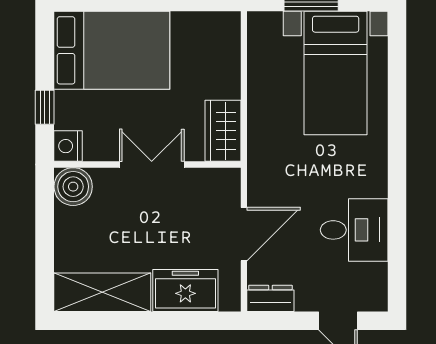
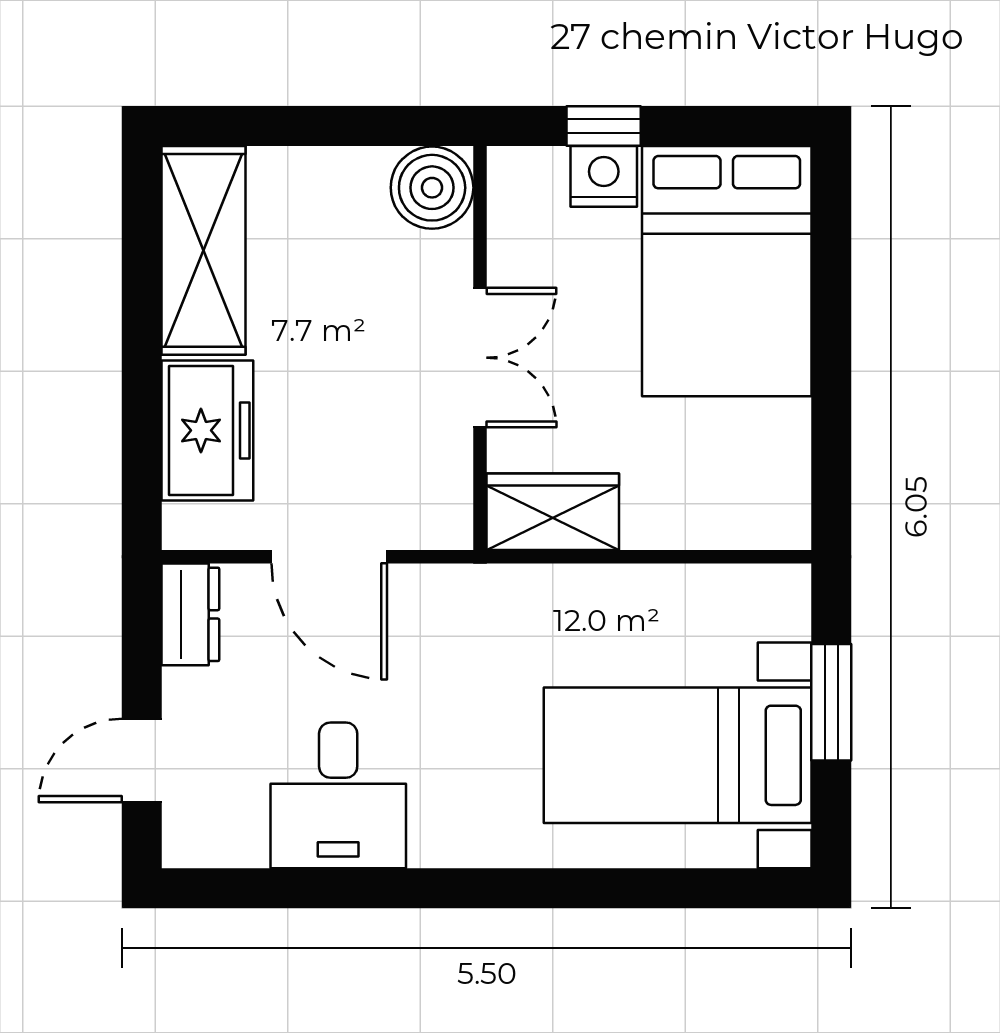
nightstand: (68, 146) -> (604, 176), moved

